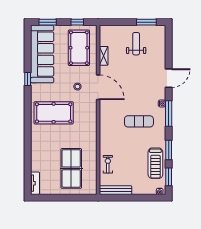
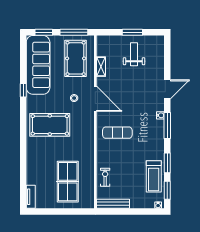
window: (77, 22) -> (74, 32), width x2.17
window: (146, 22) -> (132, 32), moved
exercise mat: (139, 121) -> (117, 133), moved

